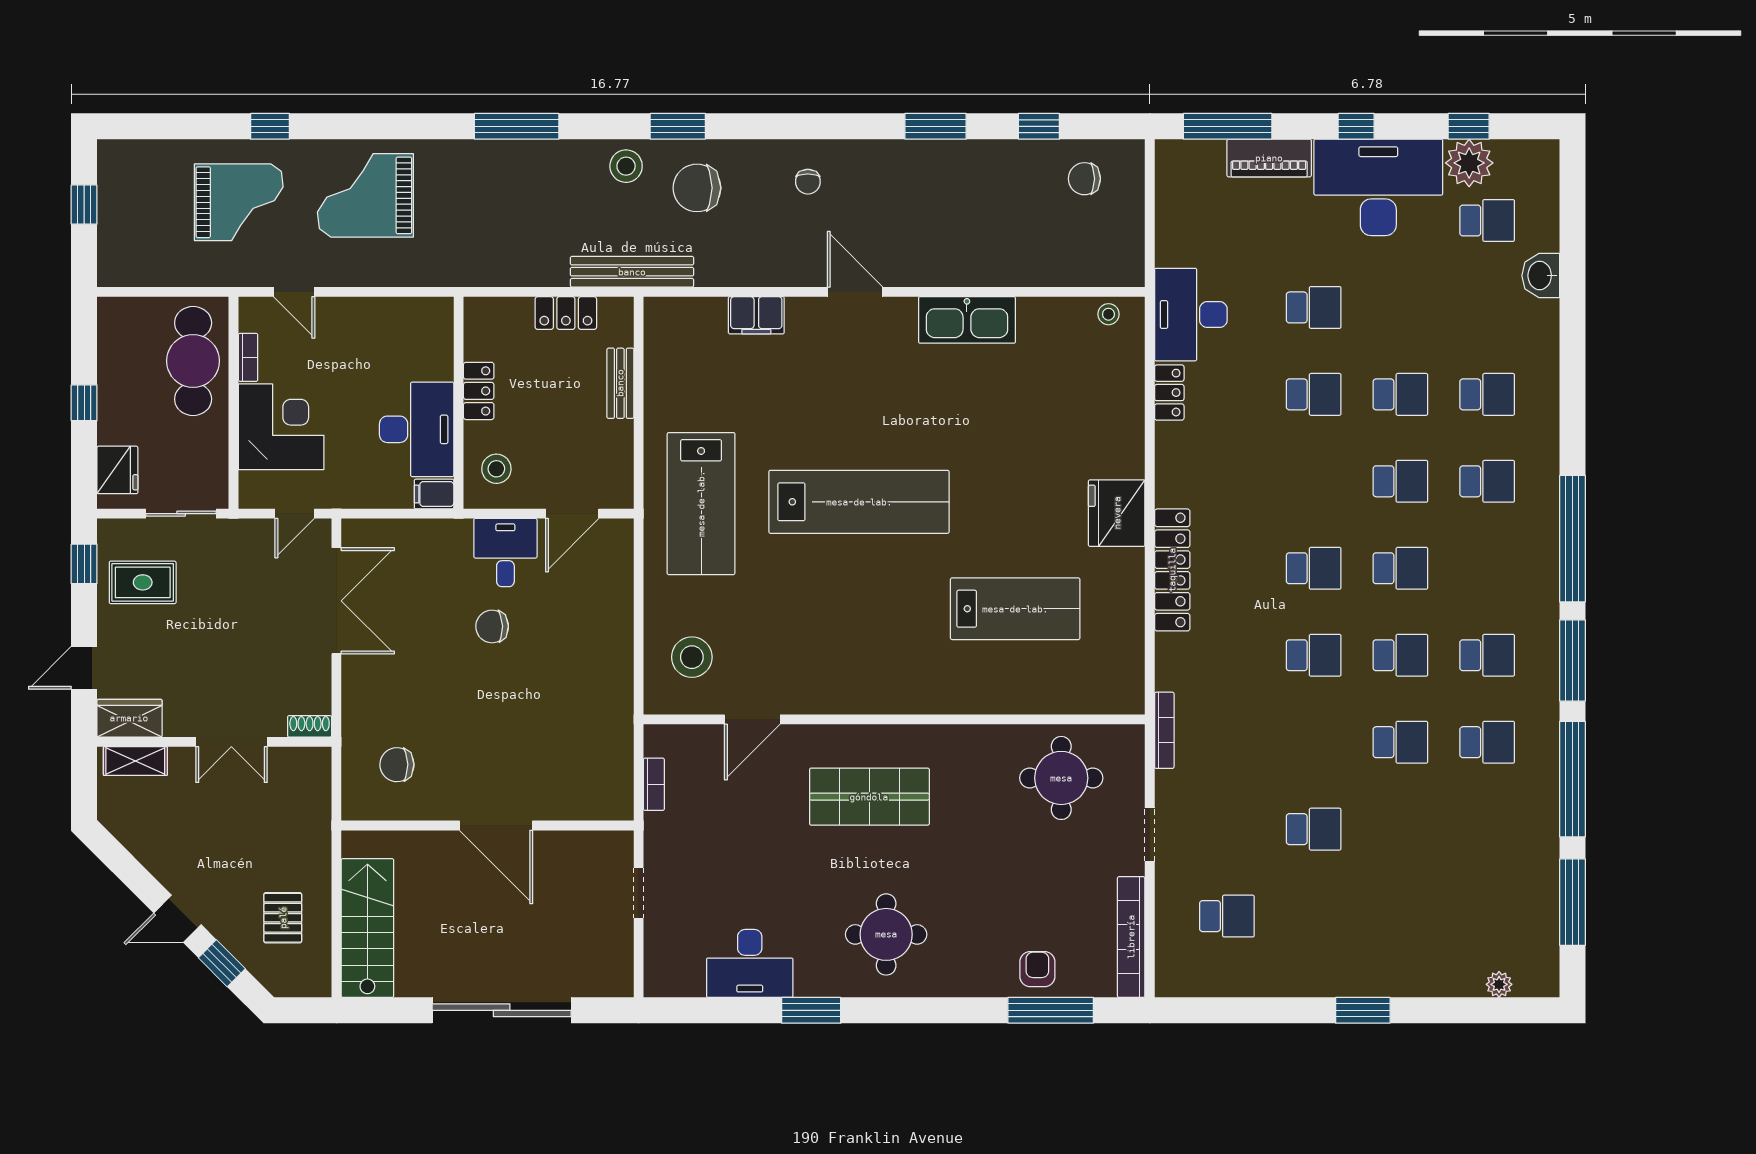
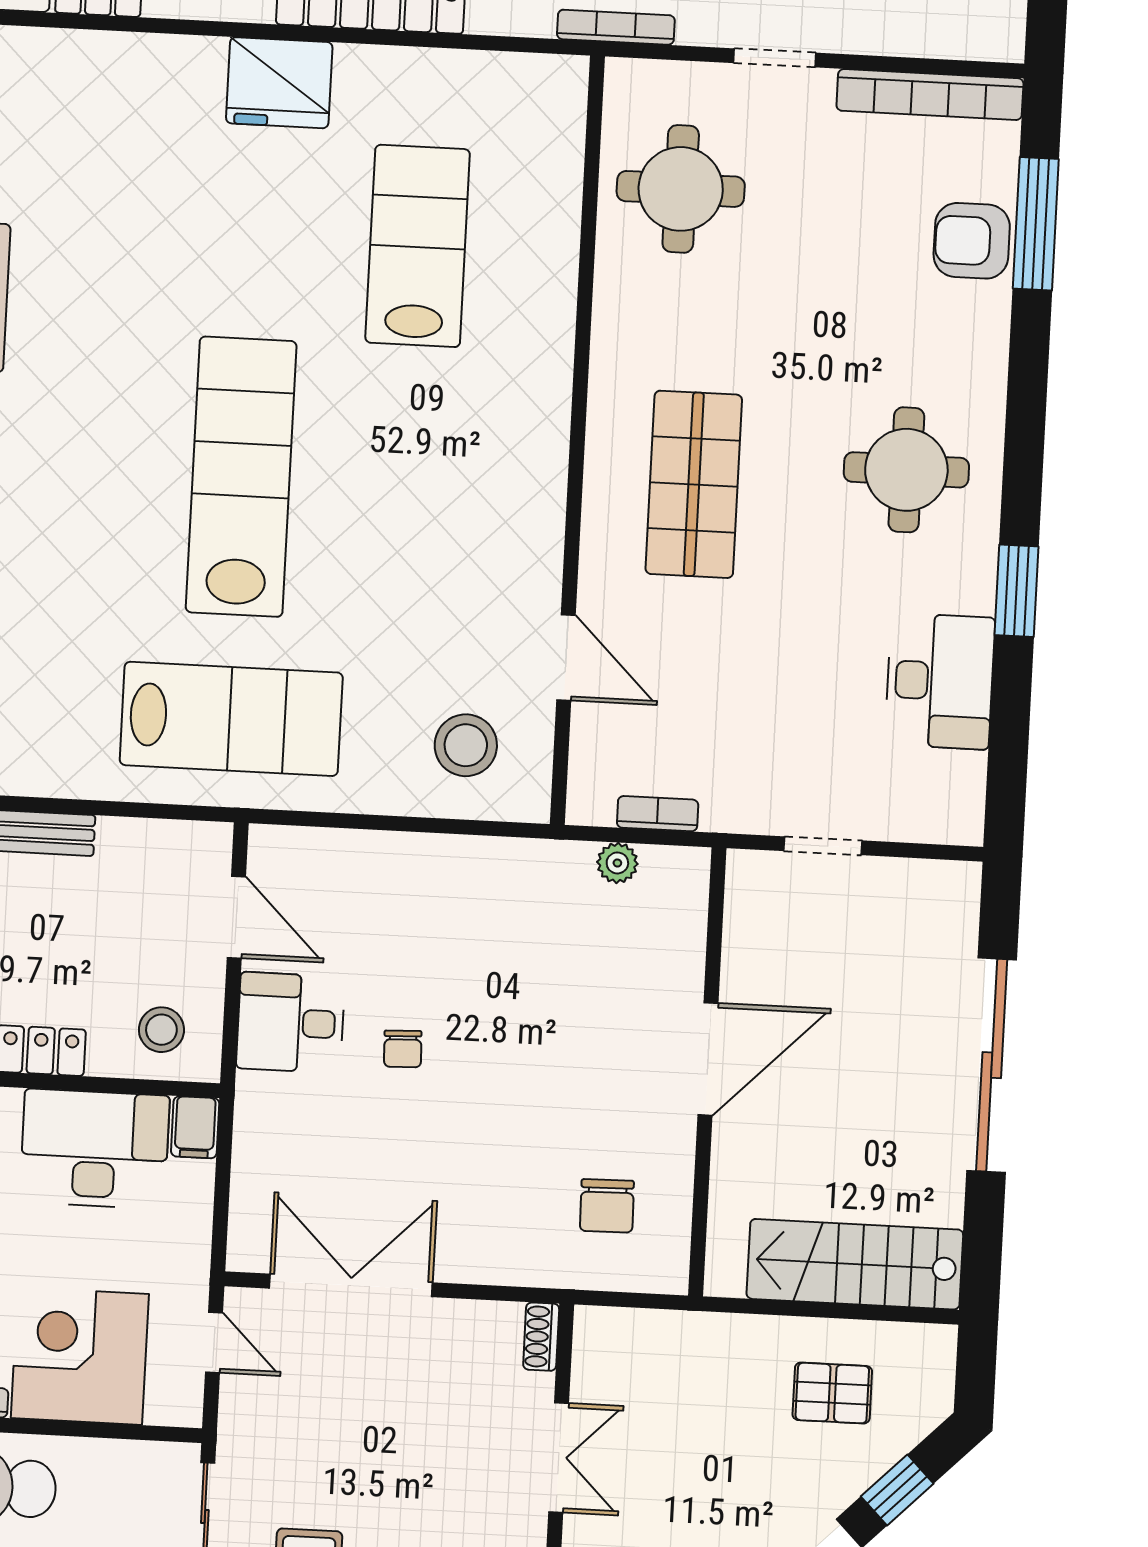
chair: (492, 626) -> (403, 1049), width x0.73, depth x0.73
plant: (620, 760) -> (617, 863), added
armchair: (1037, 969) -> (972, 241), width x1.38, depth x1.38

